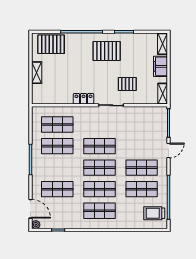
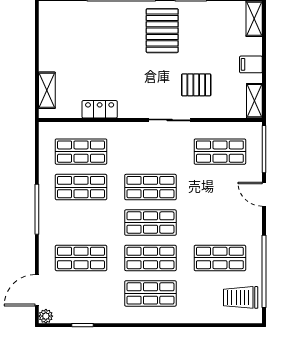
pallet: (51, 44) -> (71, 20), removed
pallet: (107, 51) -> (162, 31), turned 90
filing cabinet: (160, 66) -> (251, 64), width x0.50
shelving: (37, 73) -> (47, 90), moved
locker: (83, 99) -> (100, 109), moved
door: (168, 150) -> (264, 194), swing flipped
shop shelf: (142, 168) -> (220, 152), moved
door: (30, 209) -> (37, 290), swing flipped

